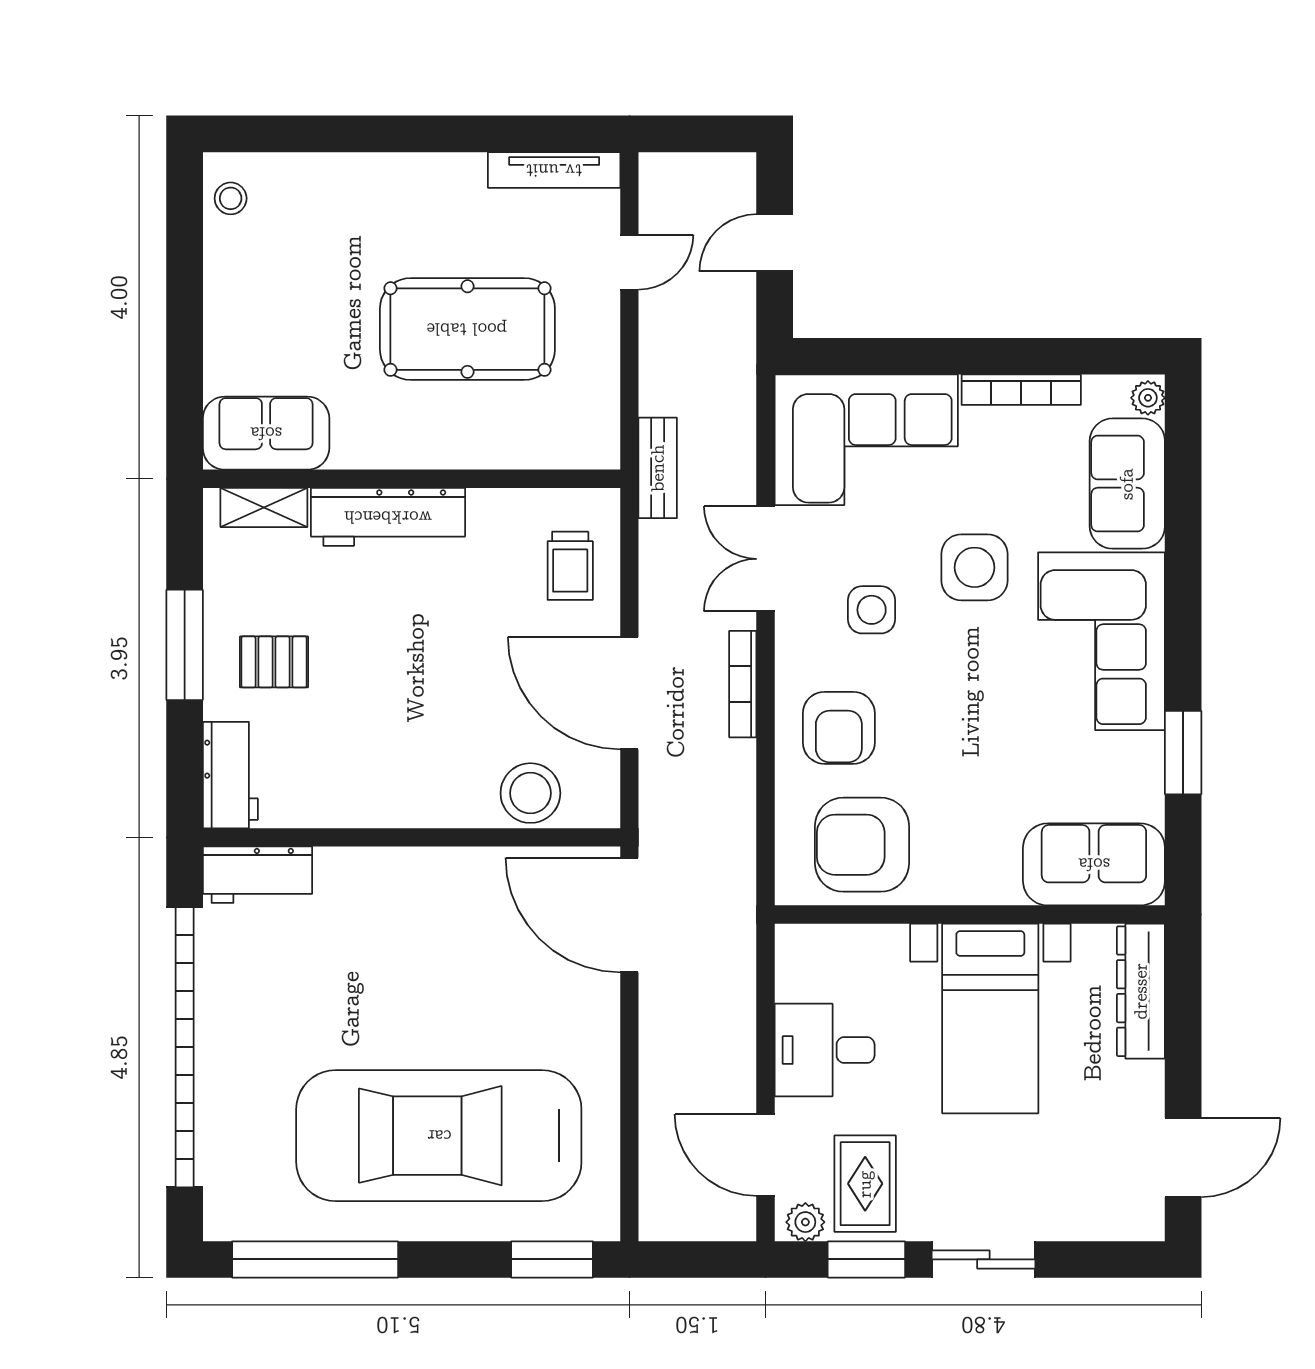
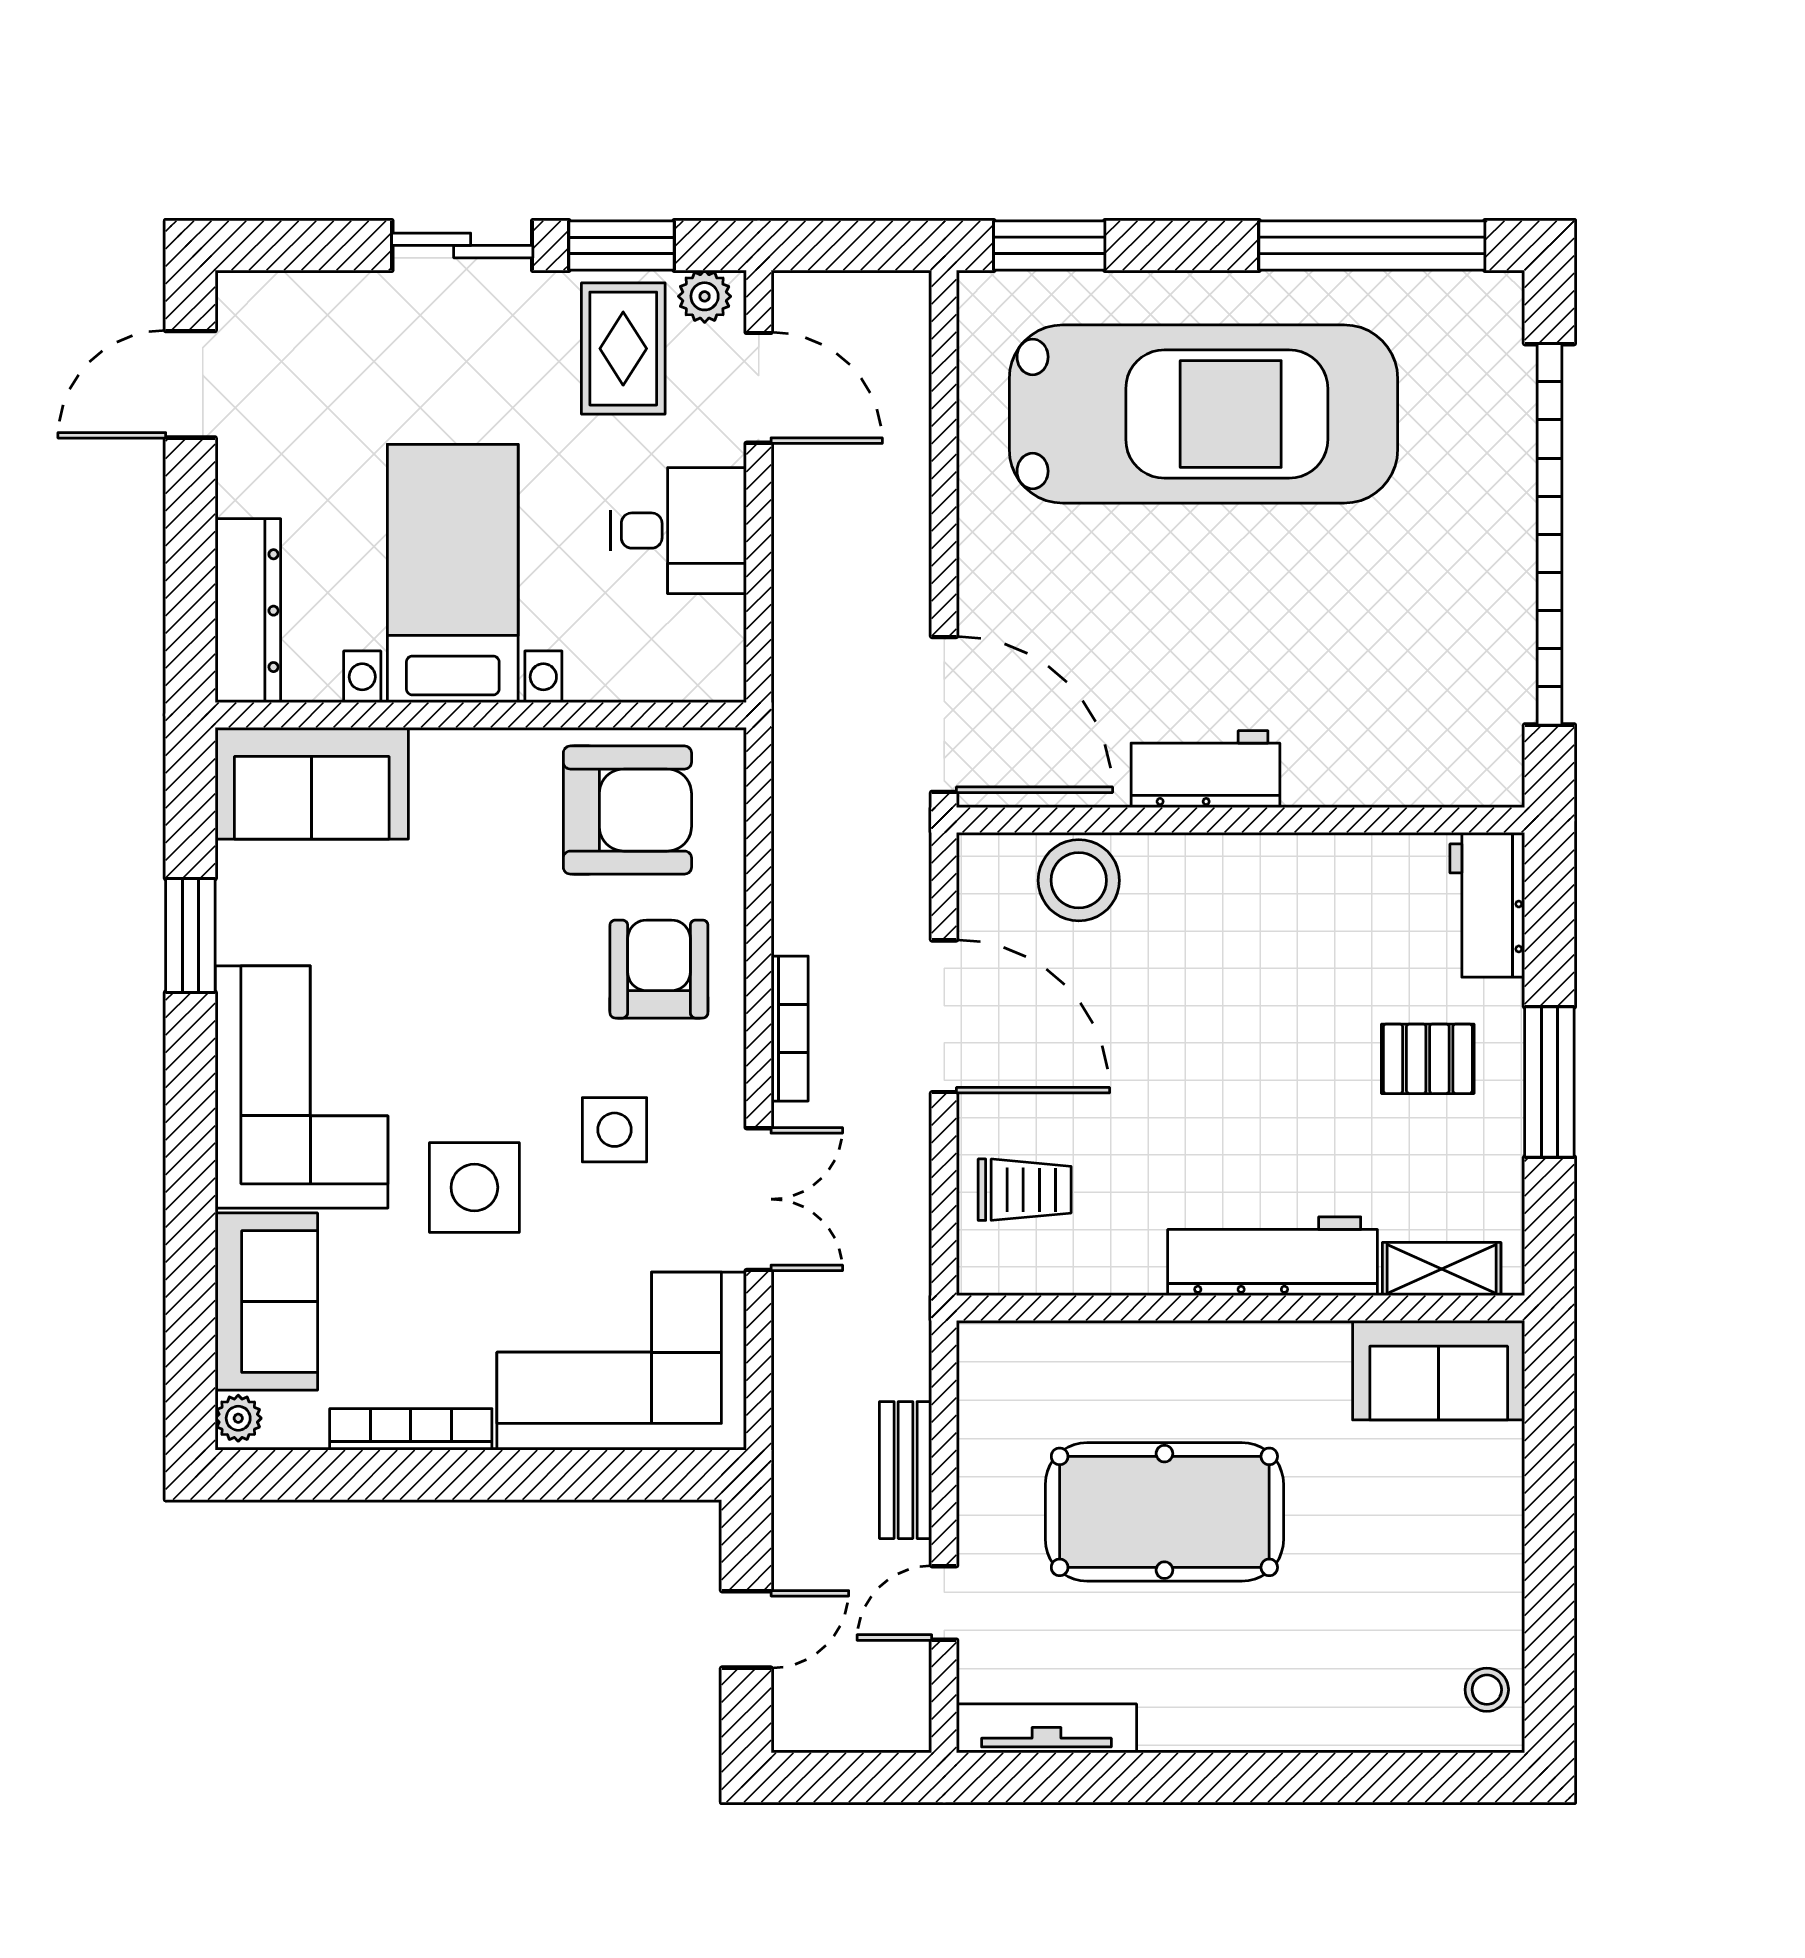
bench: (658, 468) -> (906, 1470), moved
trolley: (570, 566) -> (1025, 1190), turned 90
workbench: (257, 875) -> (1205, 769), moved

